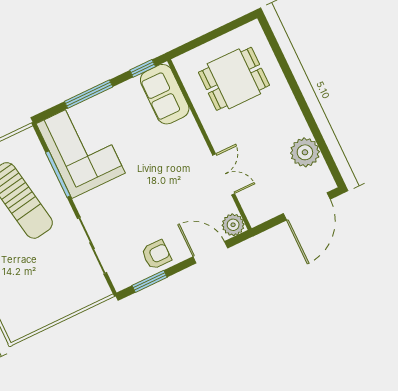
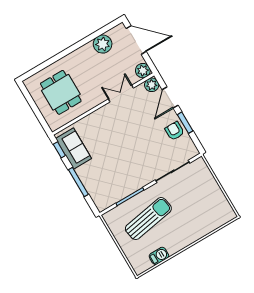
sofa: (165, 94) -> (74, 148), moved, turned -90
corner sofa: (81, 148) -> (113, 184), removed
plant: (257, 213) -> (143, 71), added
window: (150, 281) -> (185, 123), moved

